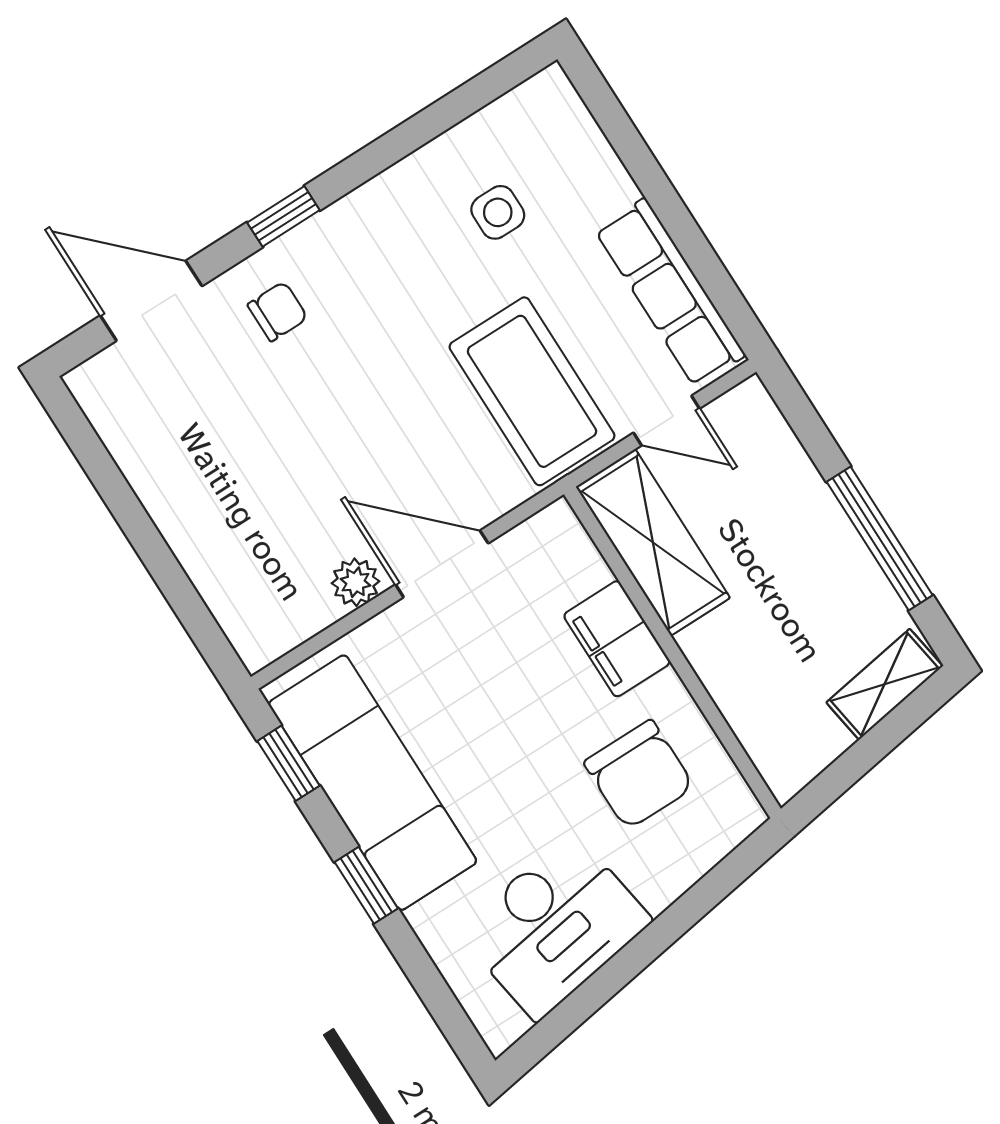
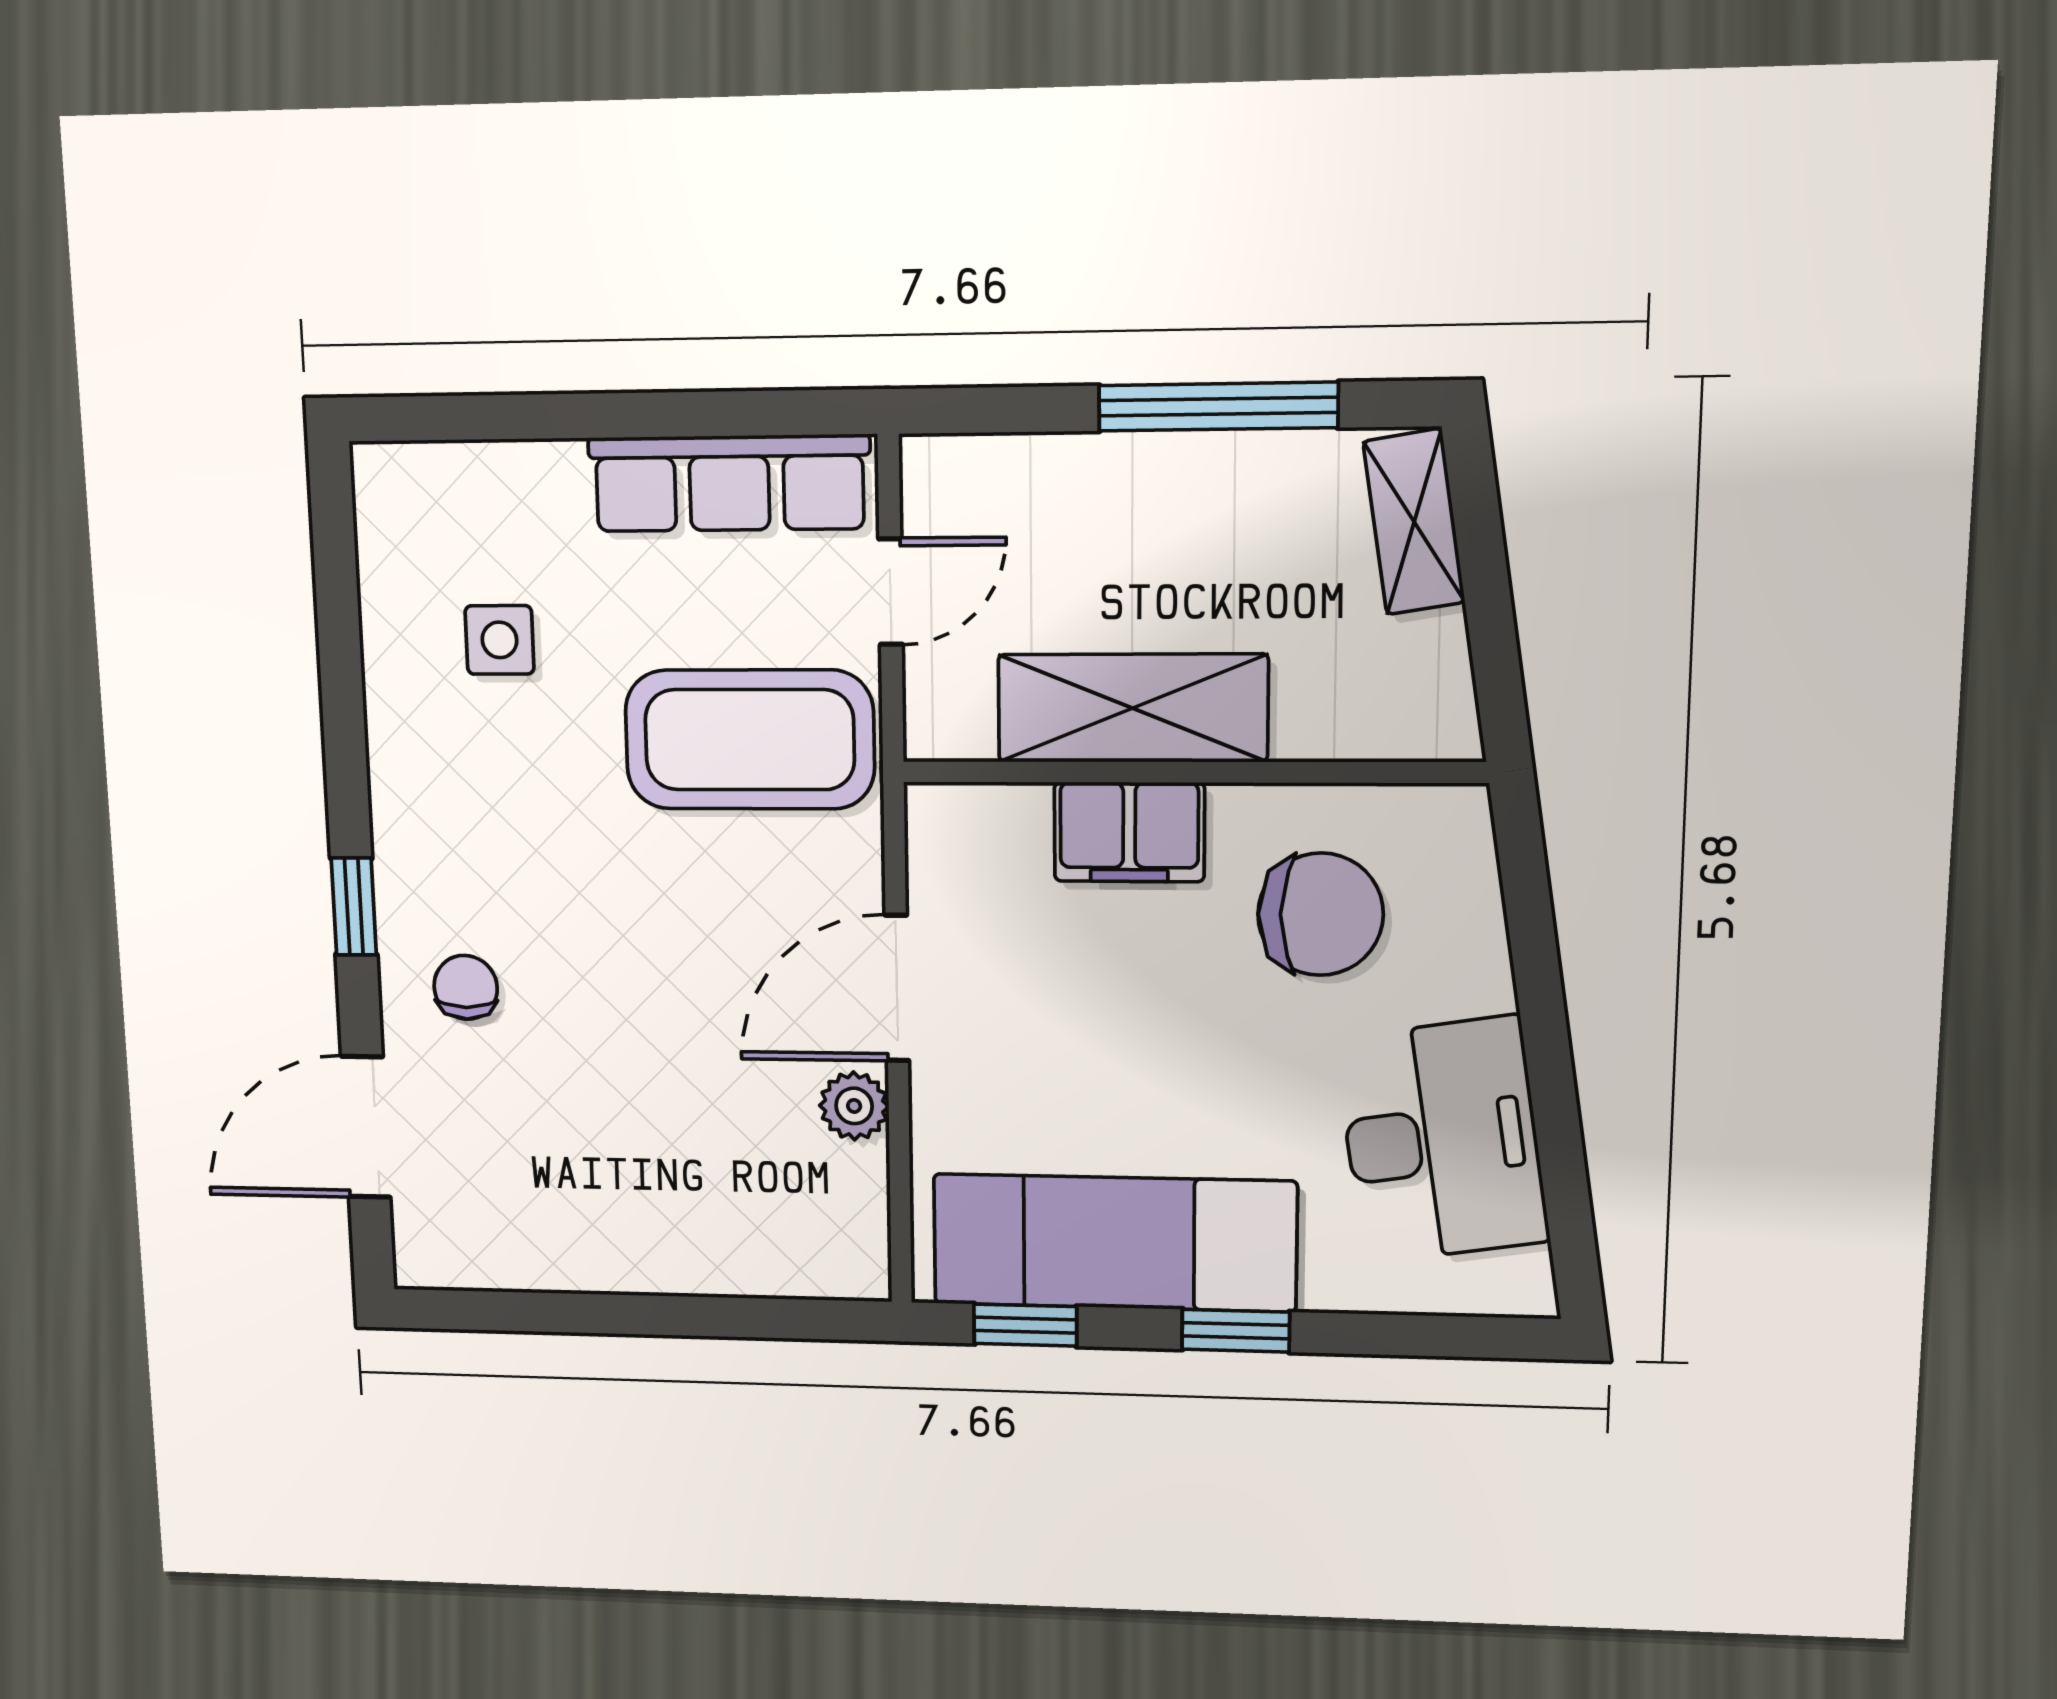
shelving: (653, 542) -> (1133, 708), moved

